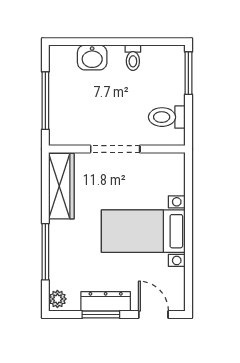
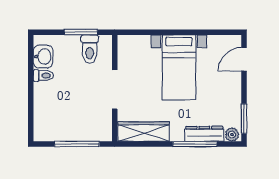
washbasin: (92, 57) -> (43, 57), moved
window: (188, 73) -> (81, 32), moved
dresser: (106, 301) -> (204, 134), moved, turned 90
window: (101, 314) -> (244, 119), moved

